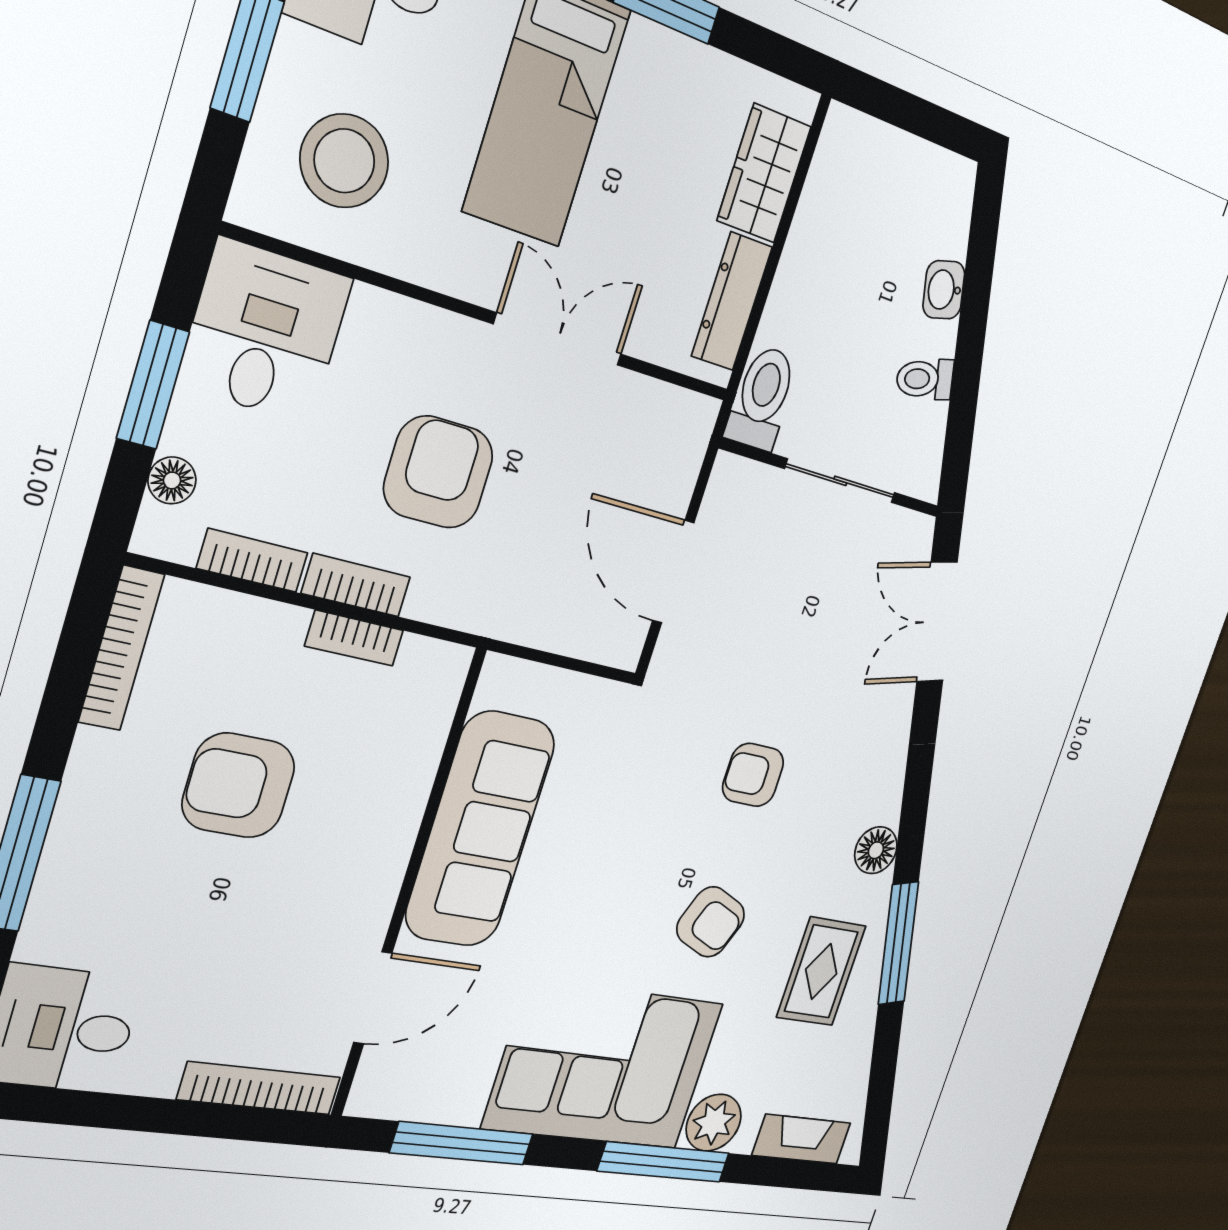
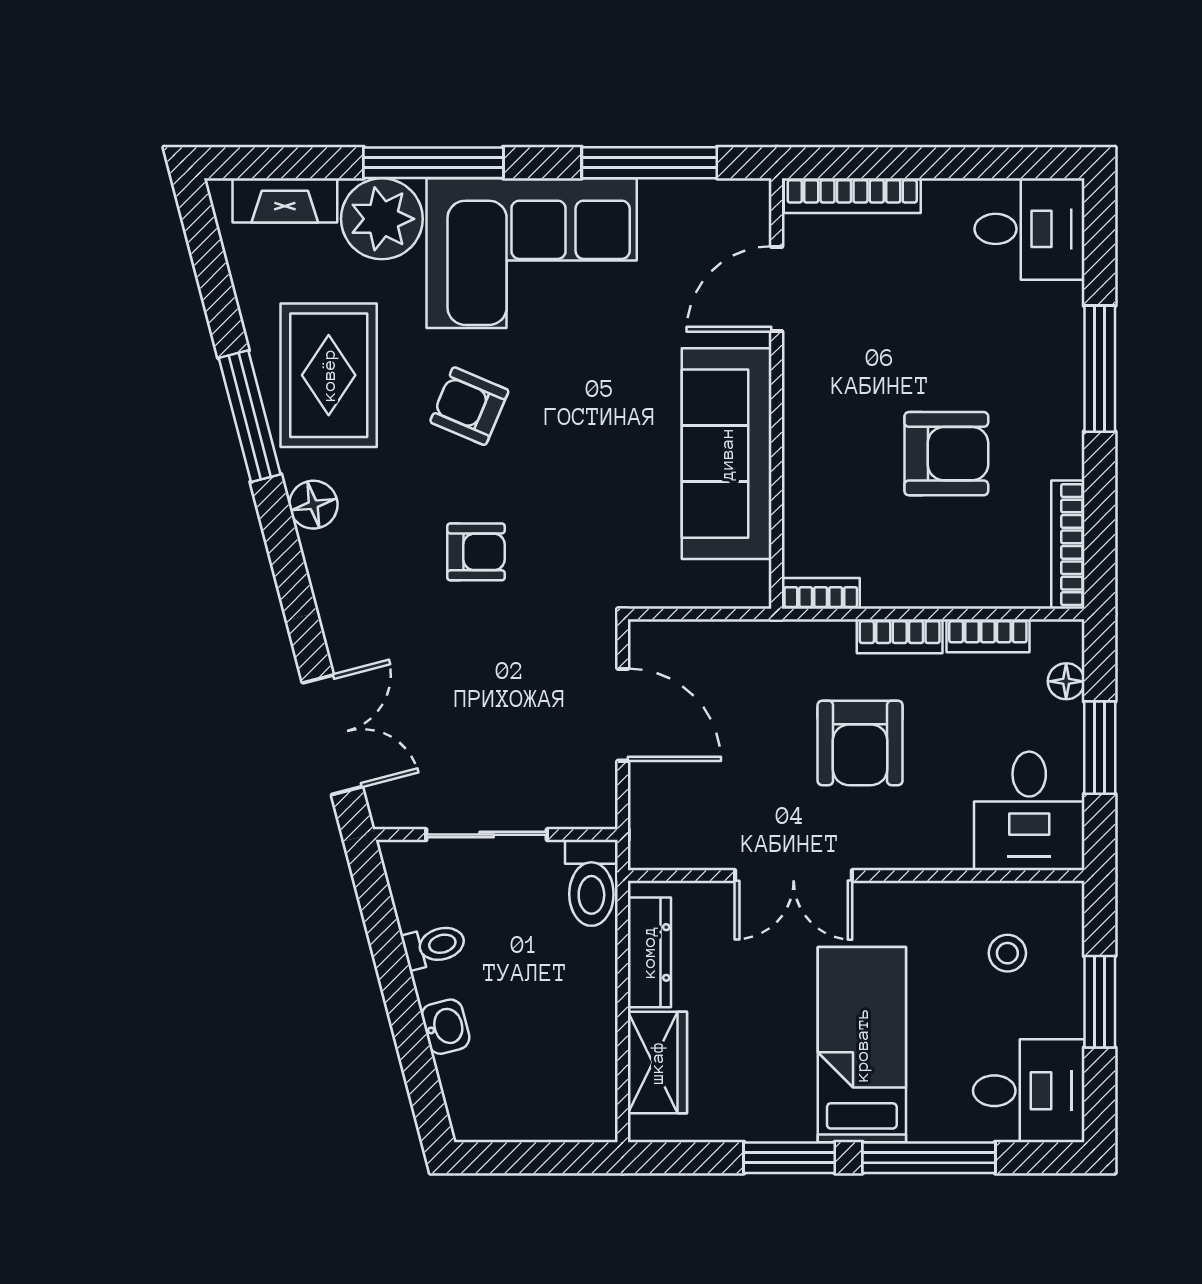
stool: (344, 161) -> (1007, 953), width x0.53, depth x0.53
bookcase: (354, 638) -> (821, 593), moved
rug: (821, 971) -> (329, 375), width x1.36, depth x1.43
plant: (714, 1123) -> (382, 219), width x1.36, depth x1.36

